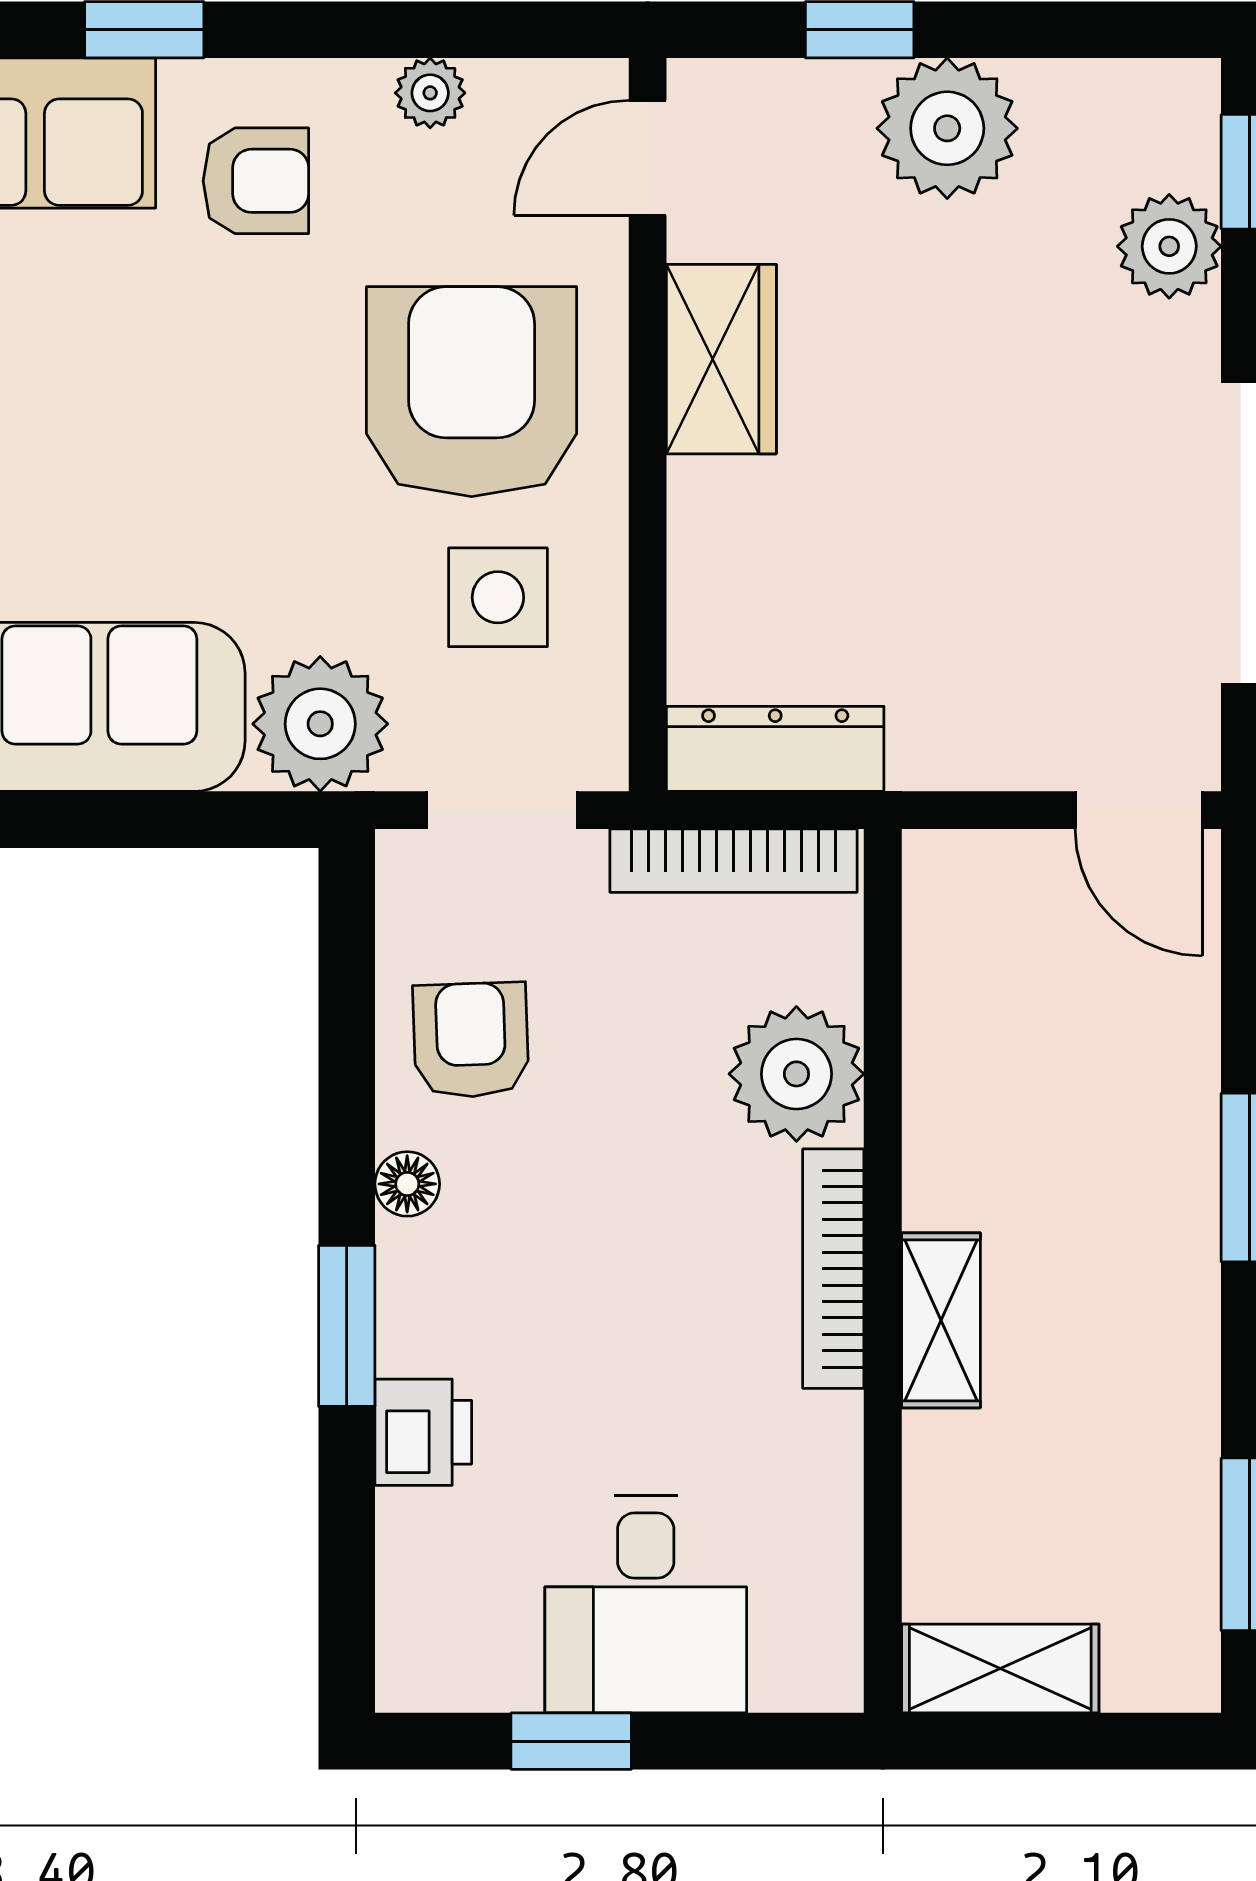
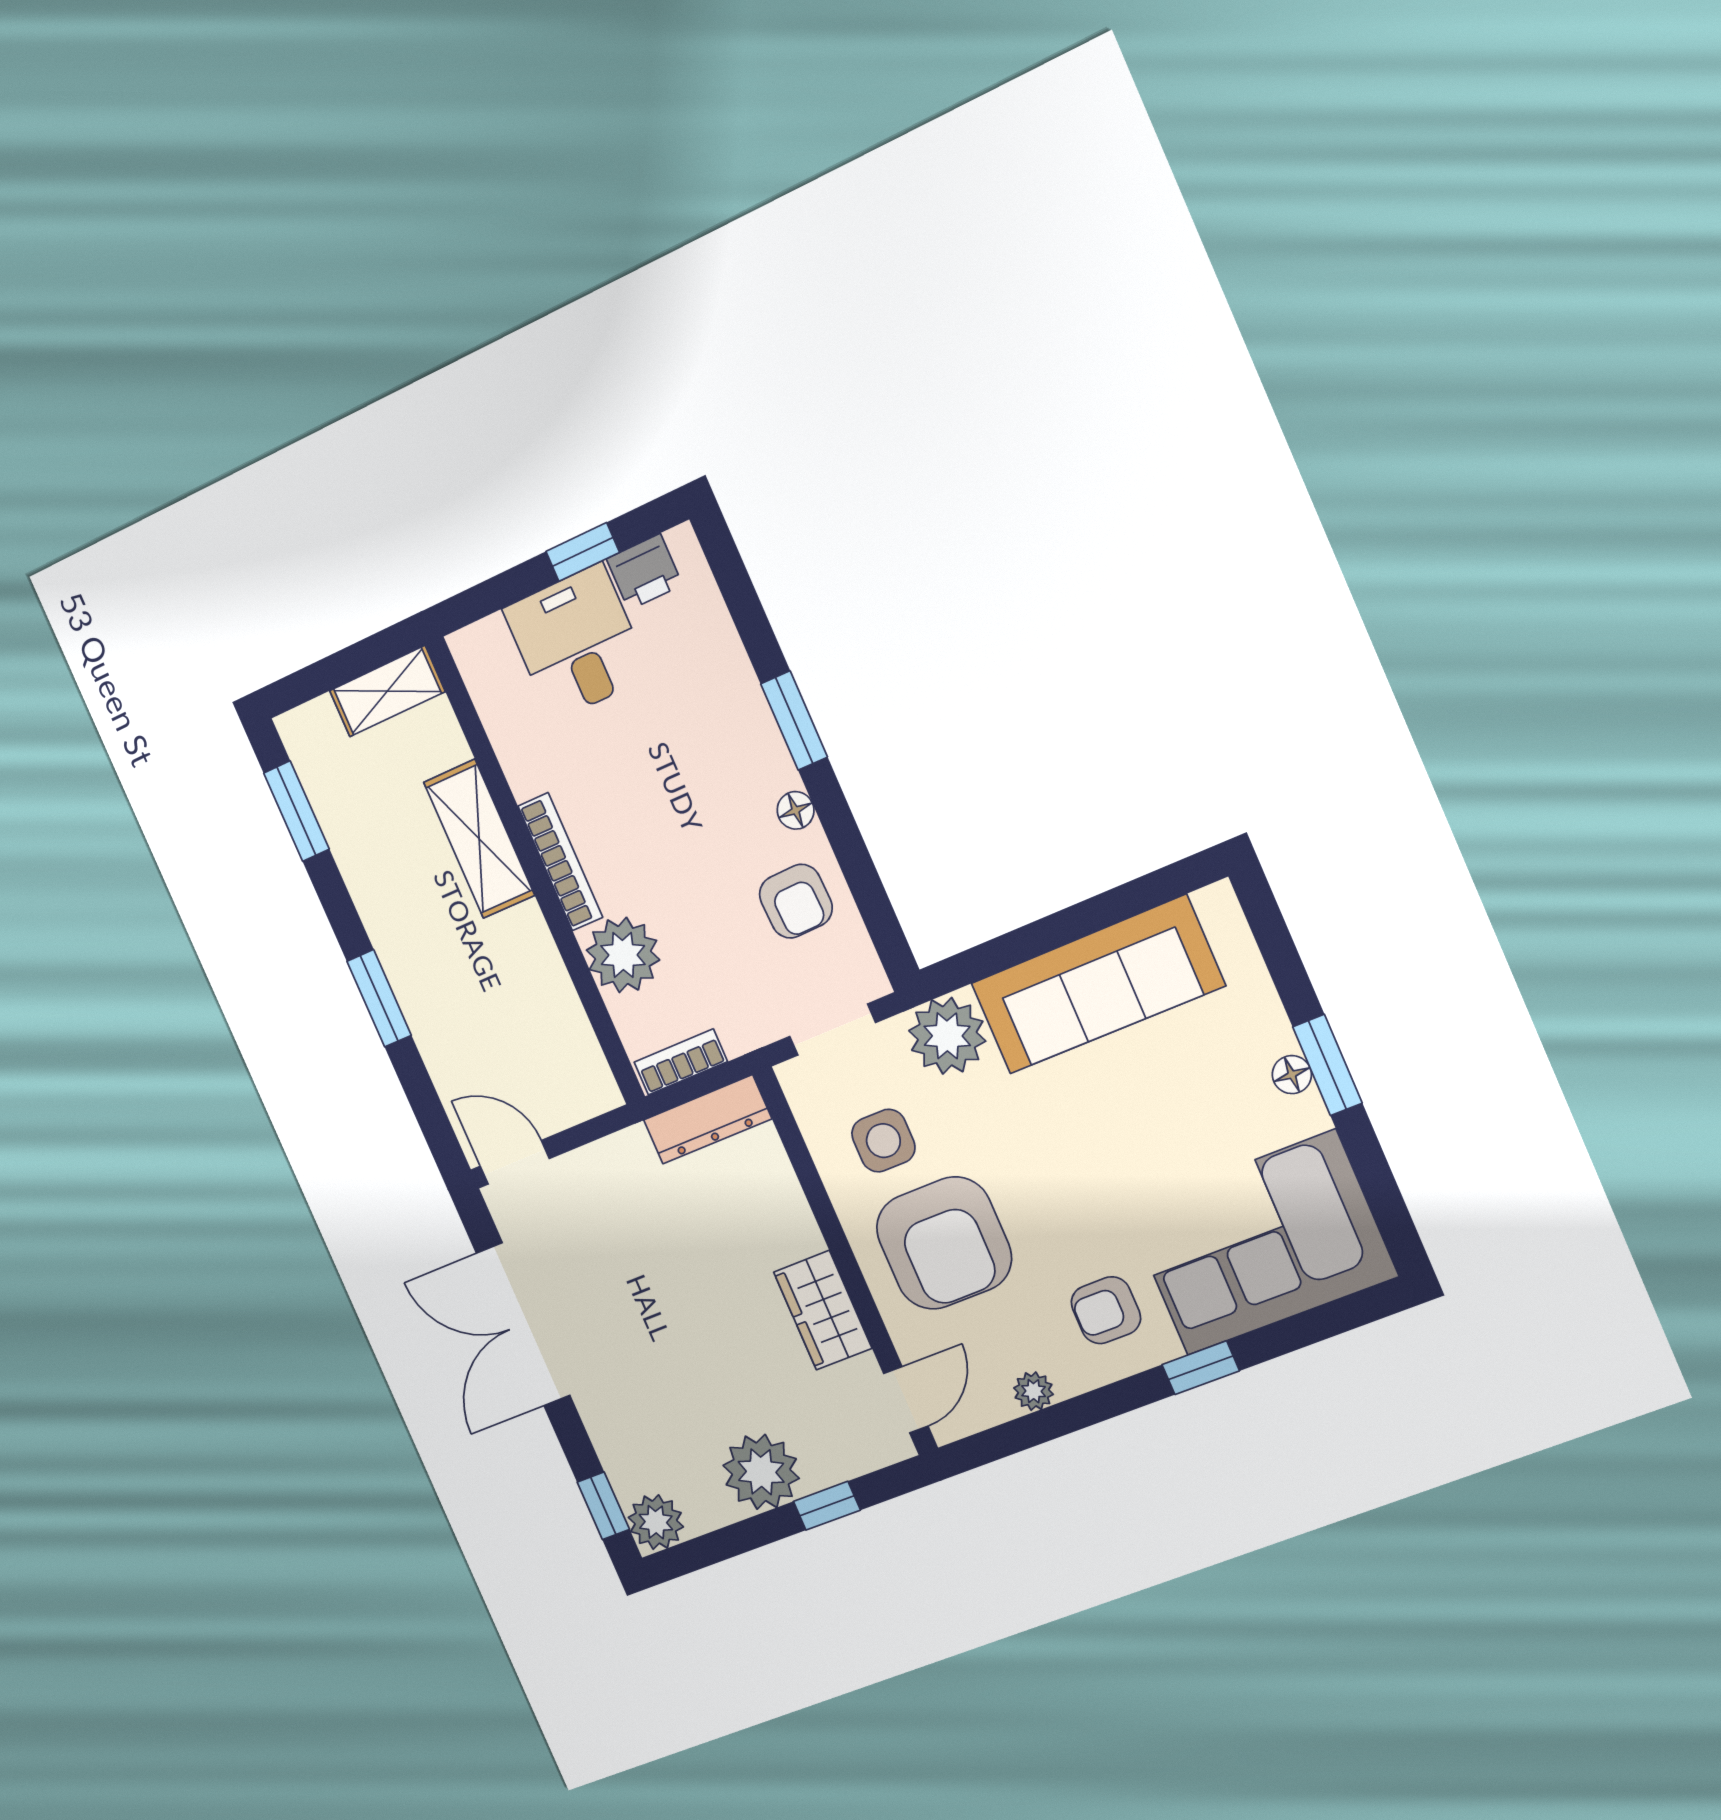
plant: (1169, 246) -> (656, 1522), moved
bookcase: (733, 861) -> (681, 1062), width x0.64
shelving: (941, 1320) -> (479, 839), width x1.50, depth x1.33
printer: (423, 1432) -> (644, 572), moved, turned -90

